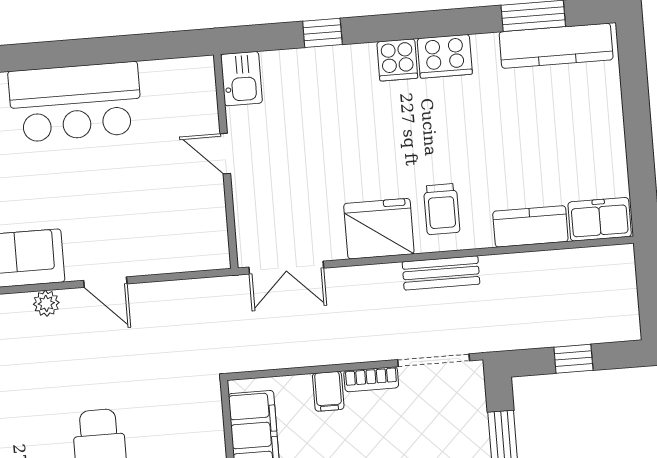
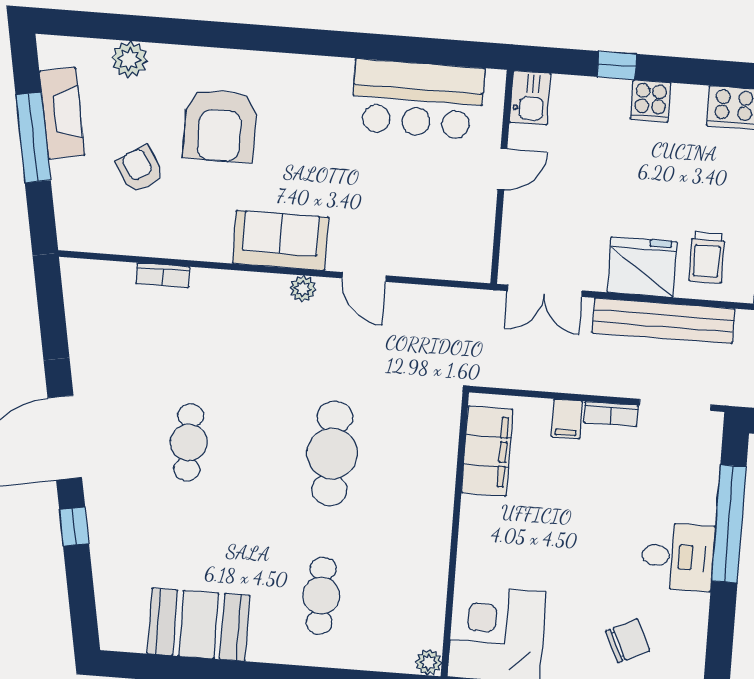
cooker: (397, 60) -> (651, 101), moved
bar counter: (75, 102) -> (418, 99), moved
door: (225, 154) -> (502, 169), swing flipped
bench: (441, 273) -> (663, 321), width x1.86, depth x1.21

